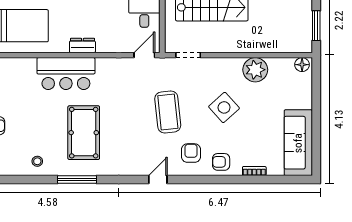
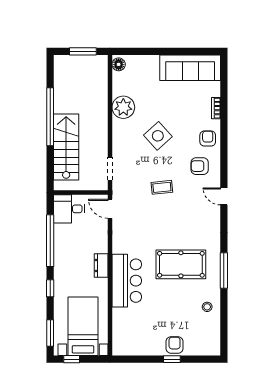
coffee table: (168, 112) -> (162, 187), width x0.54, depth x0.58
armchair: (221, 162) -> (208, 138), turned 180

